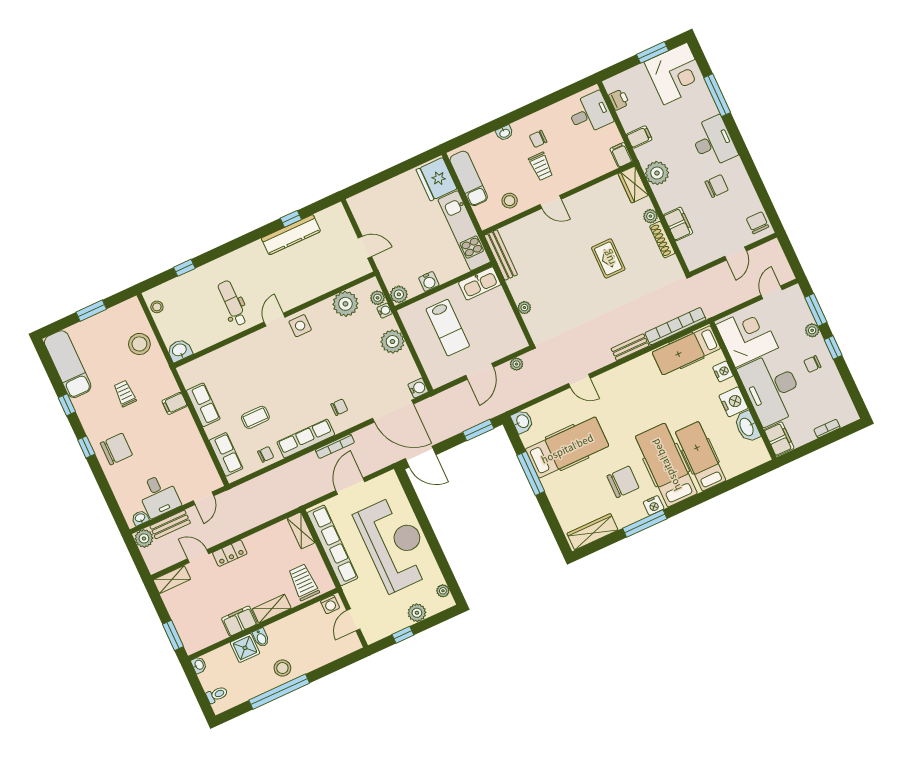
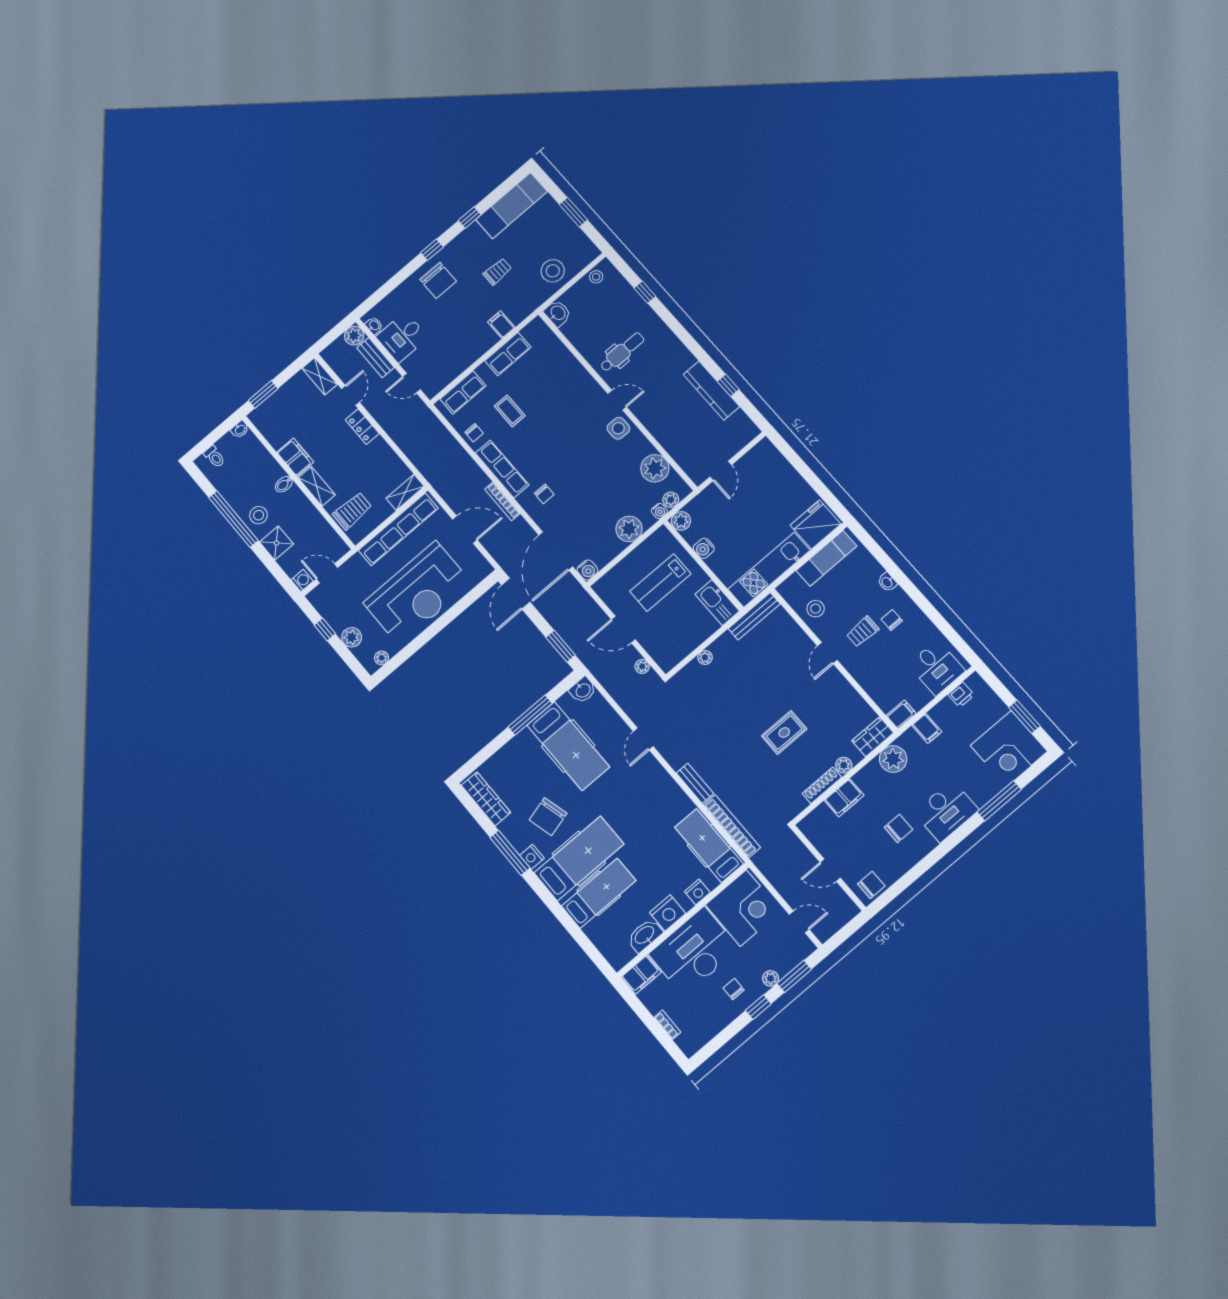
chair: (717, 186) -> (898, 828), turned -90
chair: (623, 482) -> (548, 817), turned 75
washing machine: (330, 604) -> (302, 581), moved, turned 180
shower: (245, 648) -> (276, 543), moved

